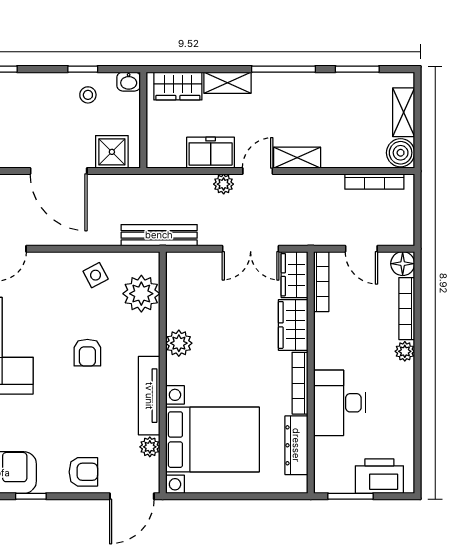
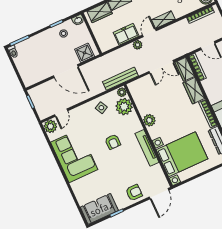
plant: (150, 447) -> (122, 92), moved

